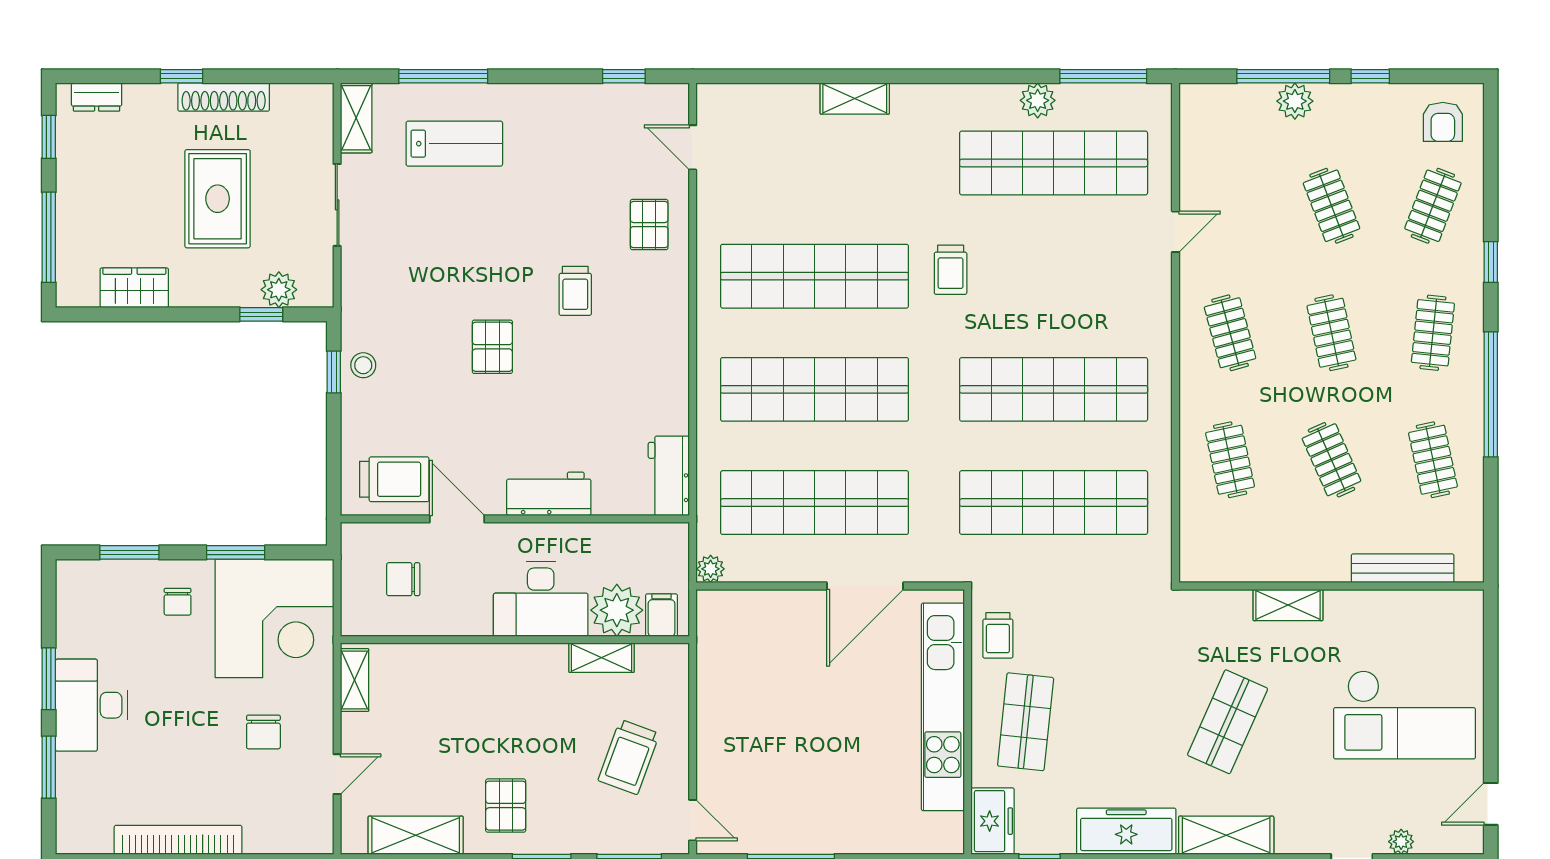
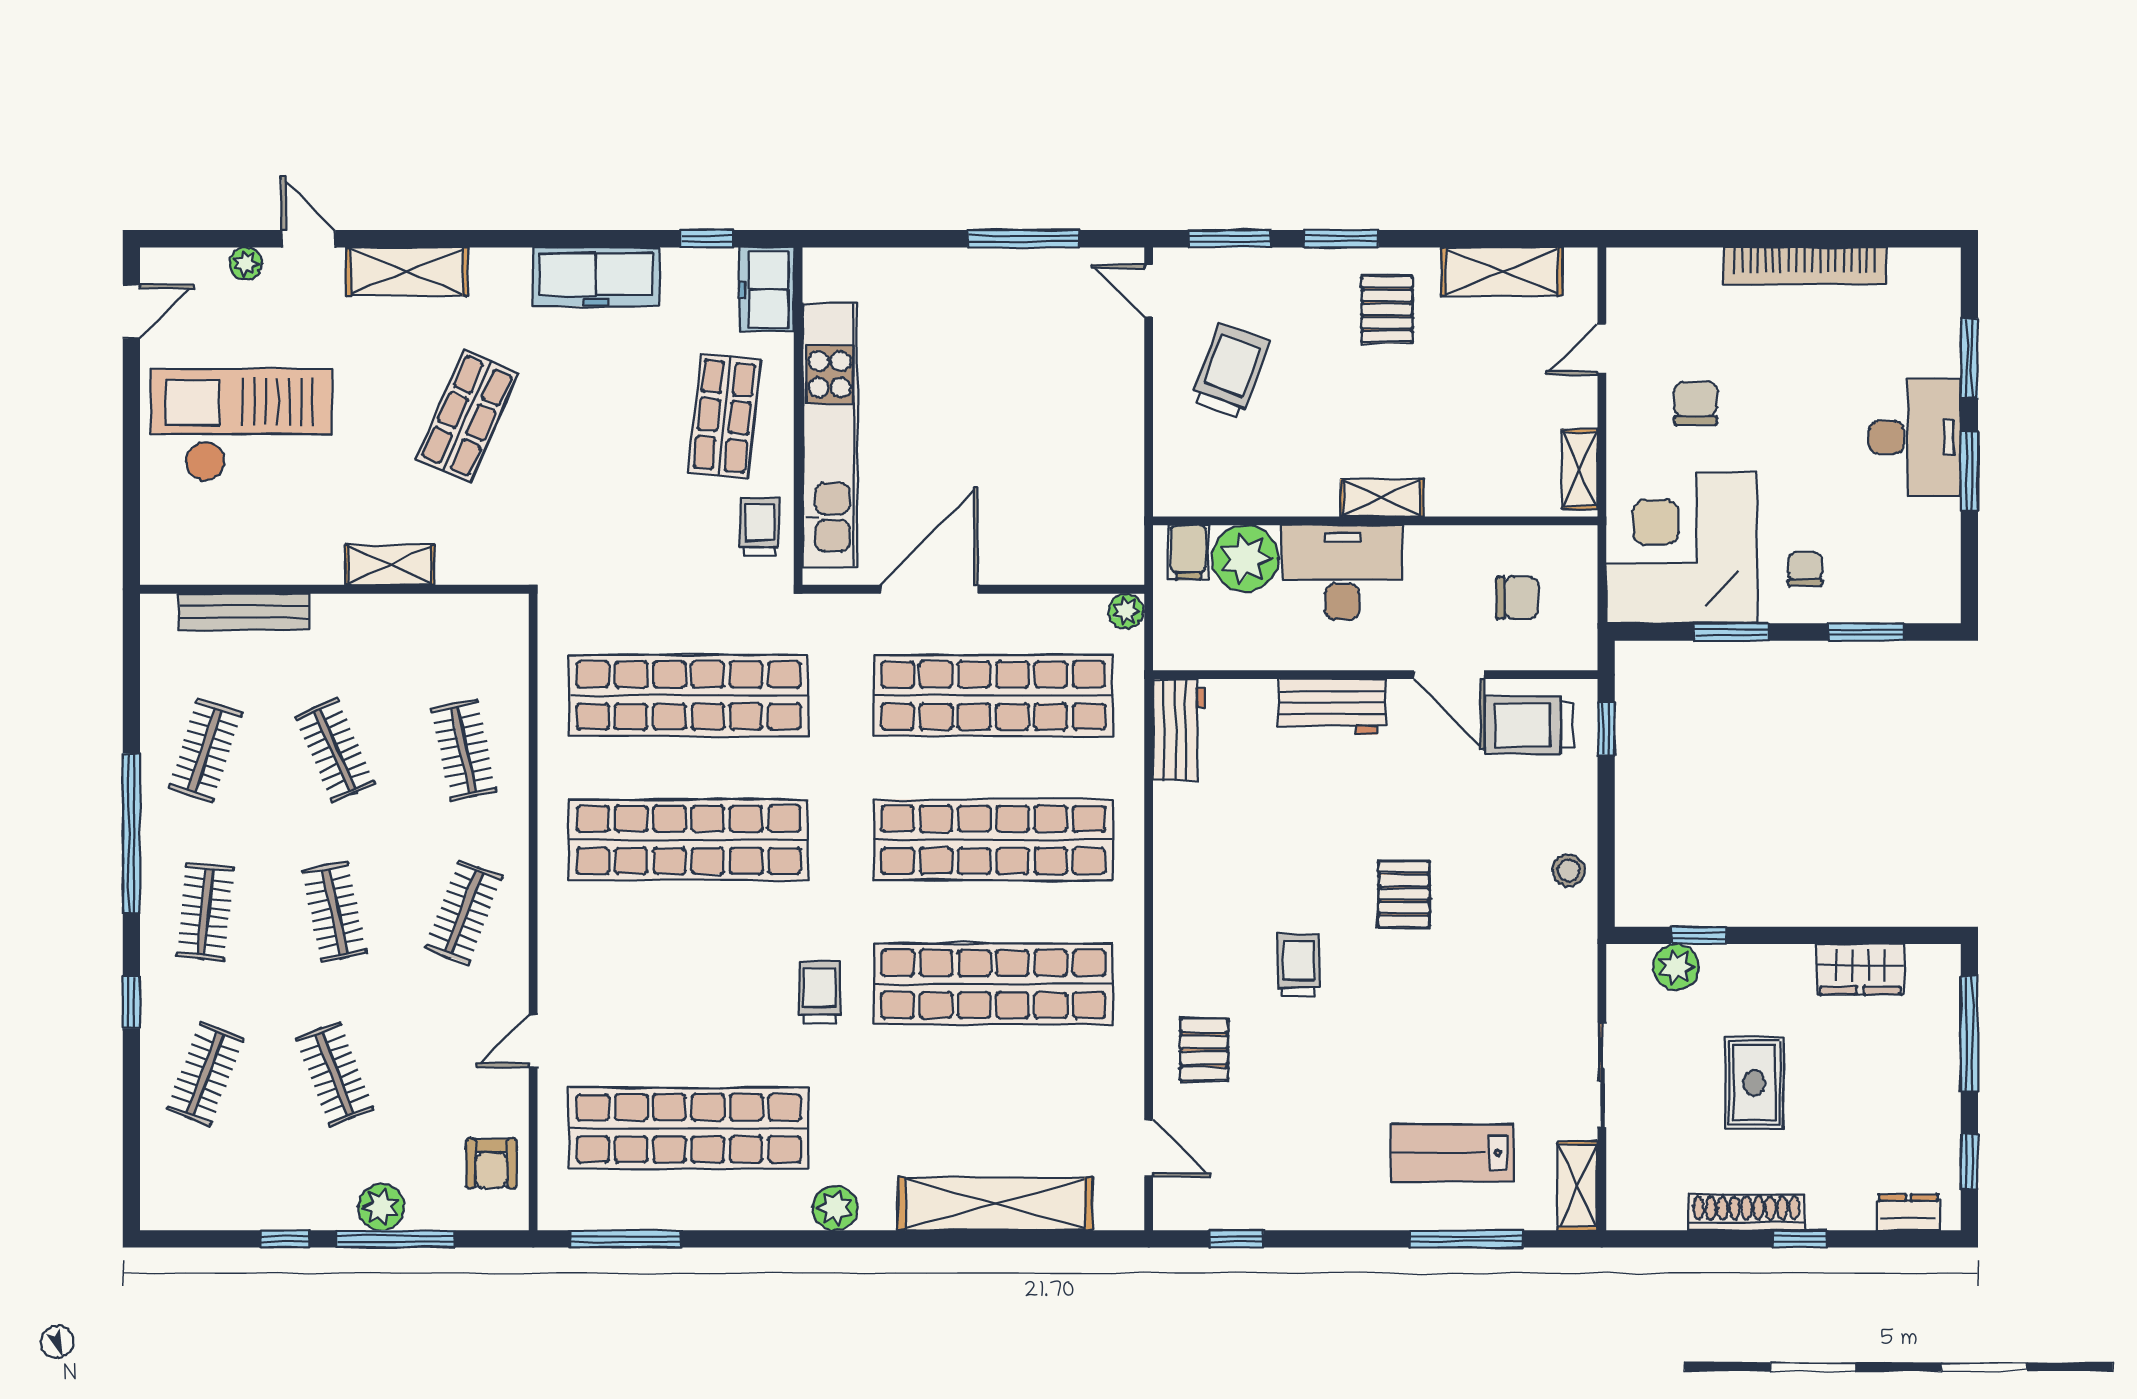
shelving: (855, 99) -> (995, 1204), width x2.20, depth x1.33
plant: (1038, 100) -> (835, 1208), moved
armchair: (1443, 122) -> (491, 1163), moved, turned 180
rug: (218, 199) -> (1754, 1083), width x0.73, depth x0.70
clothes rail: (1230, 333) -> (464, 912), turned 36
window: (334, 372) -> (1606, 729), moved
clothes rail: (1433, 460) -> (205, 750), turned 30
shelving: (601, 658) -> (1382, 498), moved
shelving: (1226, 835) -> (407, 272), moved

